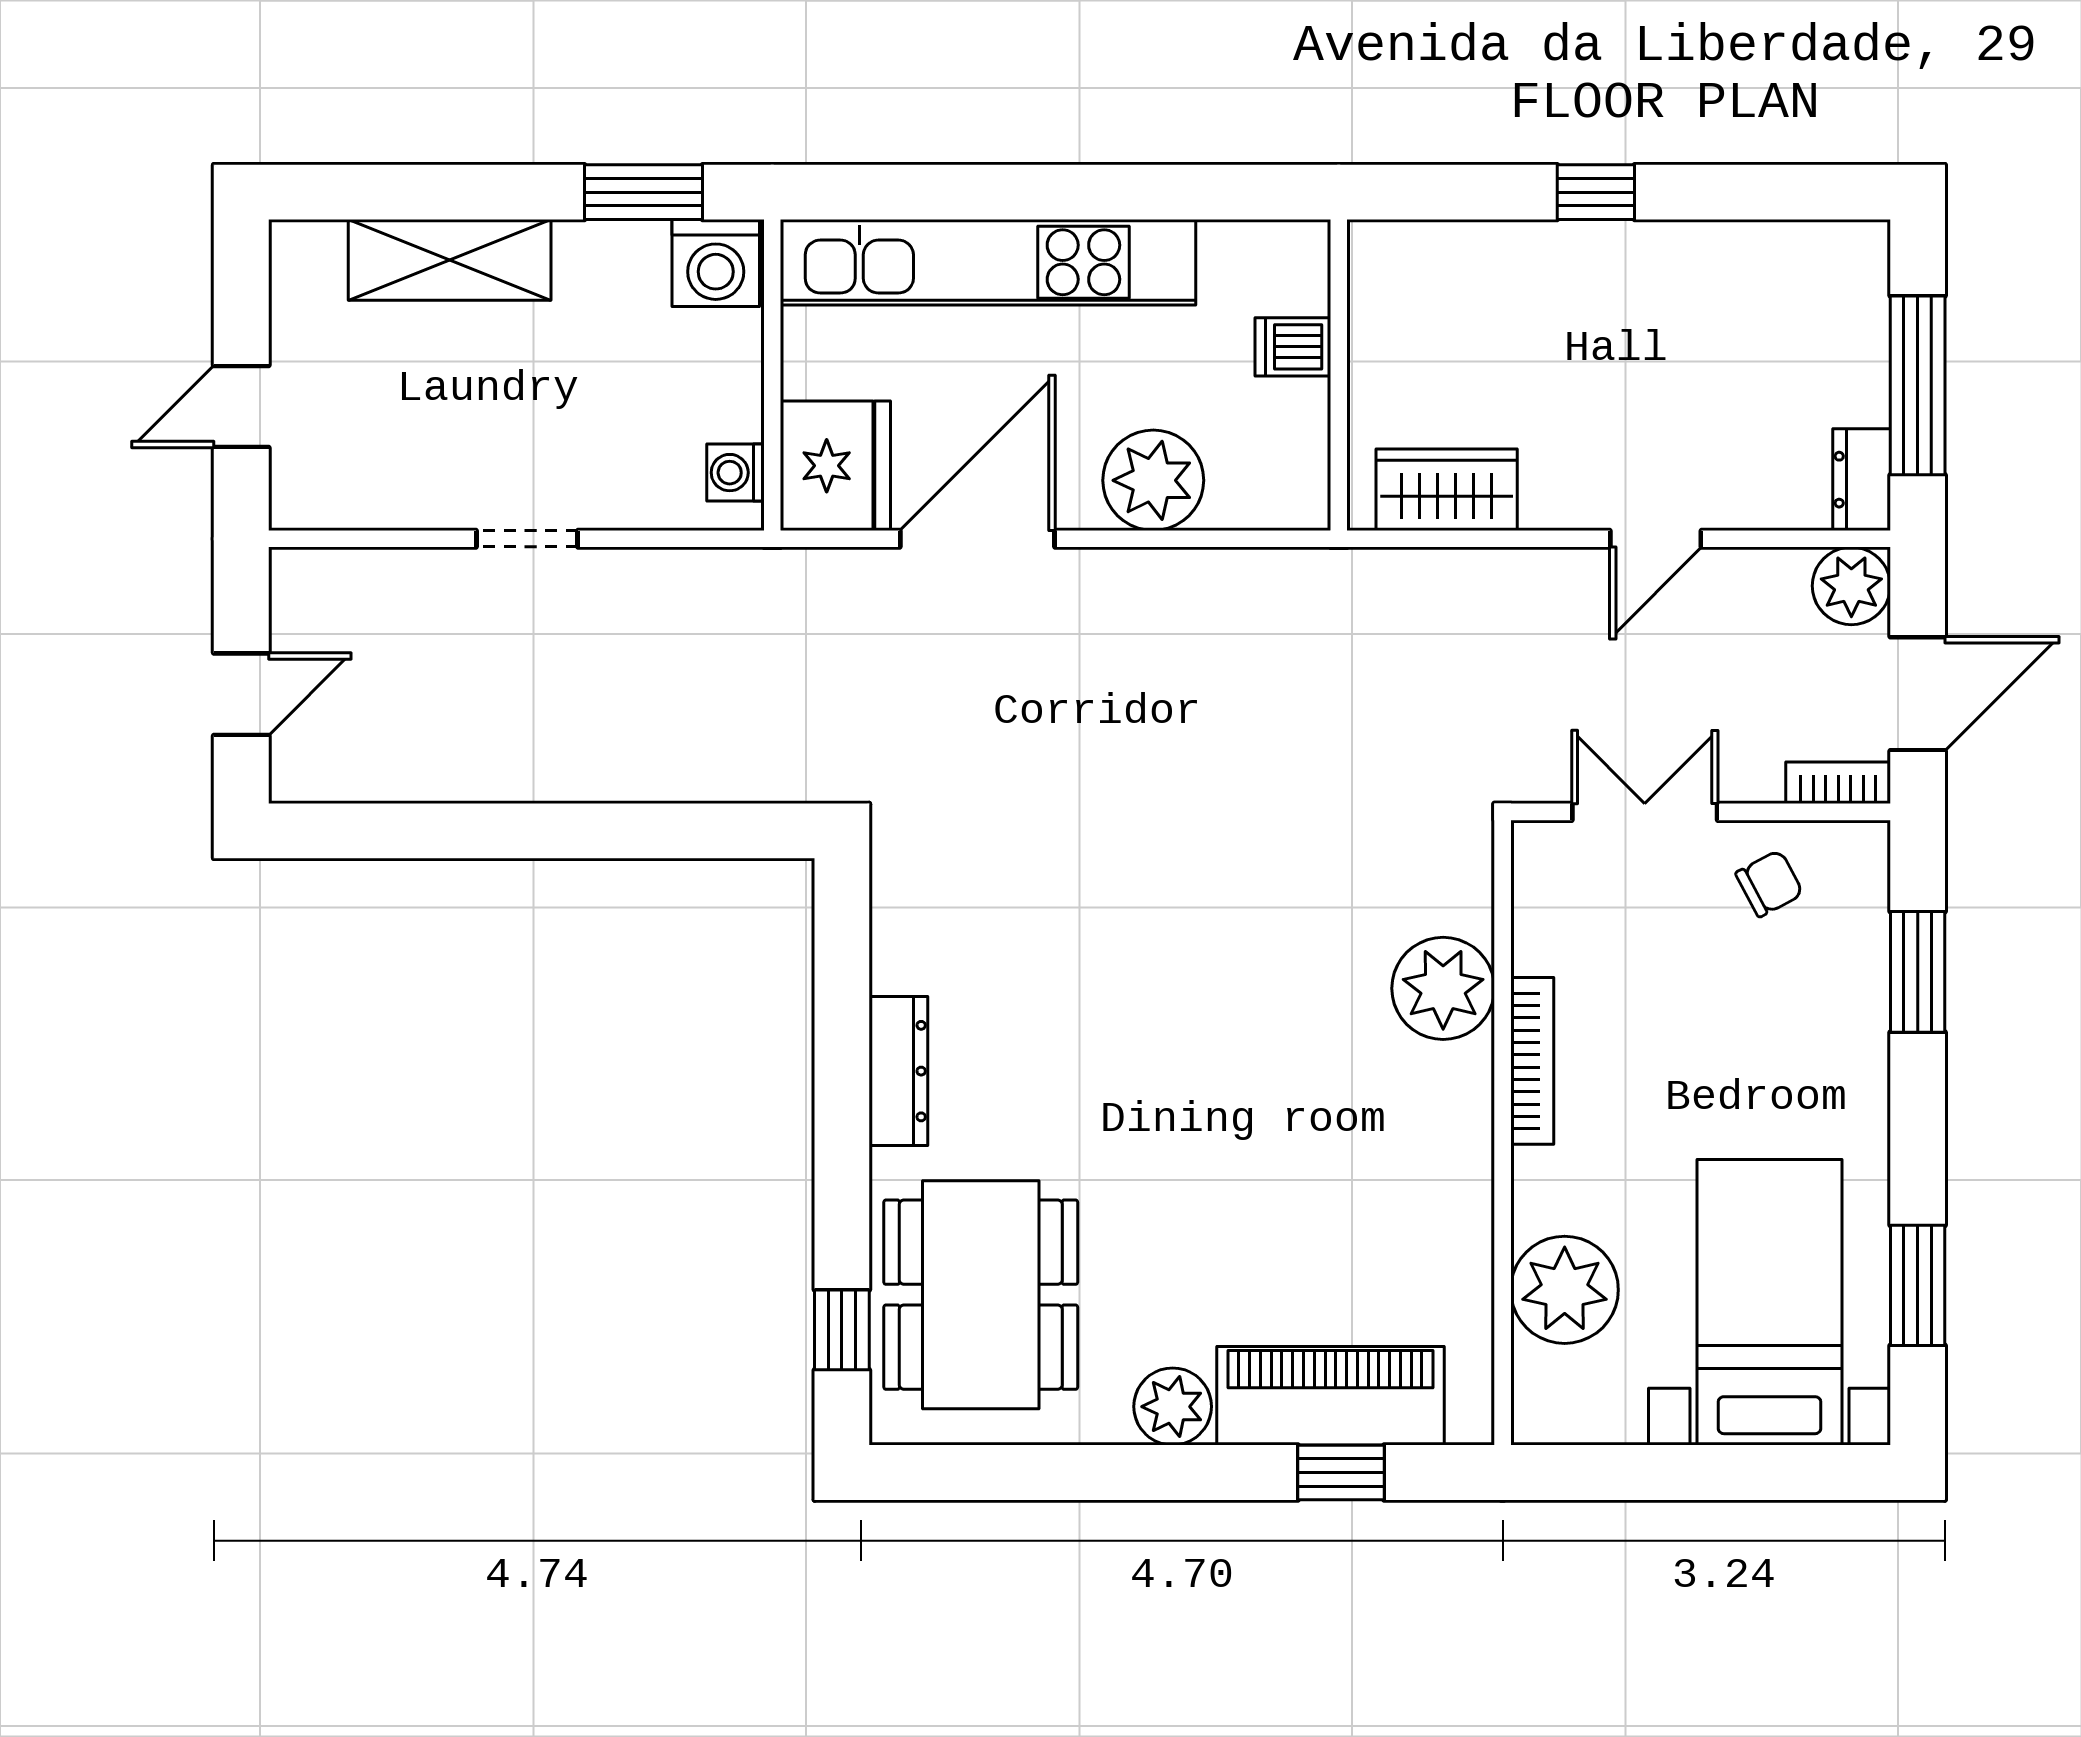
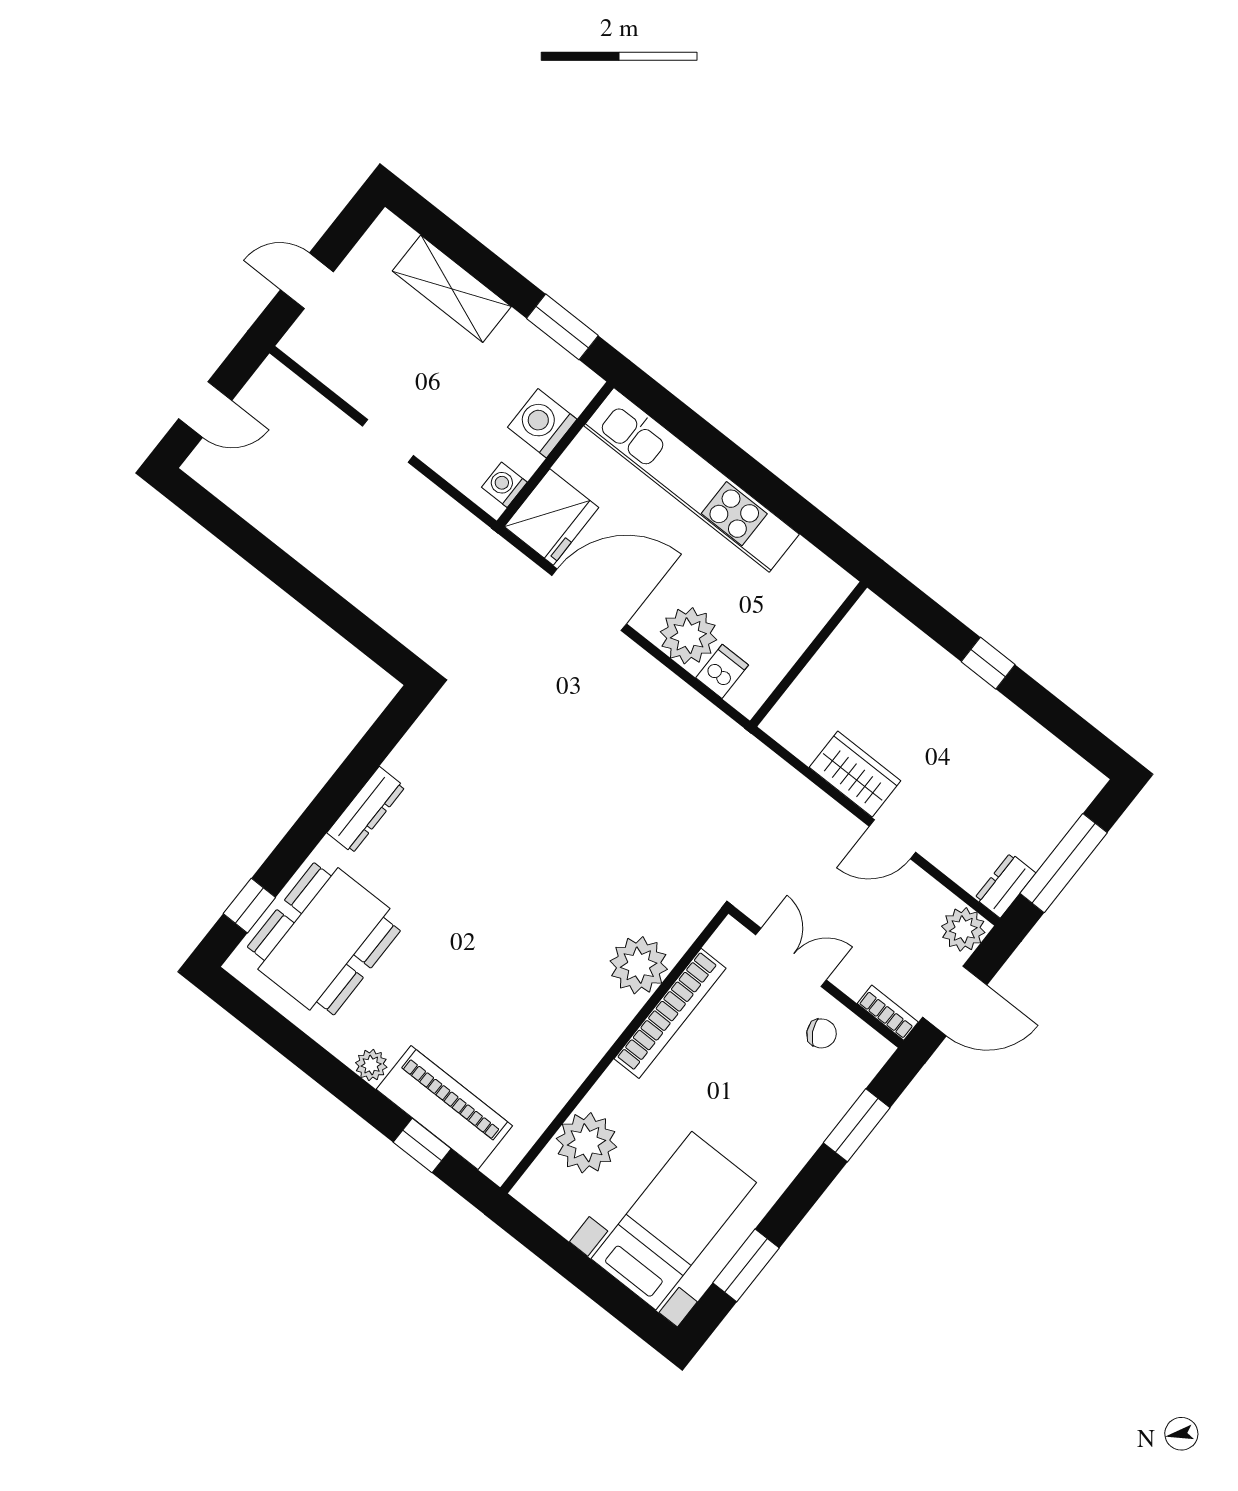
washing machine: (716, 263) -> (542, 423), moved, turned 90
dishwasher: (1293, 347) -> (722, 671), moved, turned 90
wardrobe: (1447, 490) -> (855, 774), moved
bookcase: (1532, 1061) -> (670, 1013), width x1.48, depth x1.31
plant: (1173, 1407) -> (371, 1065), width x0.73, depth x0.73

